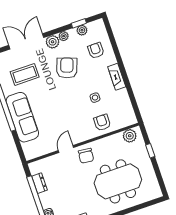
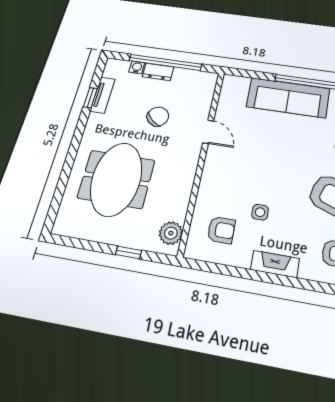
armchair: (102, 122) -> (221, 230), moved
chair: (86, 156) -> (158, 117), moved, turned 125
dresser: (39, 183) -> (158, 72), moved

